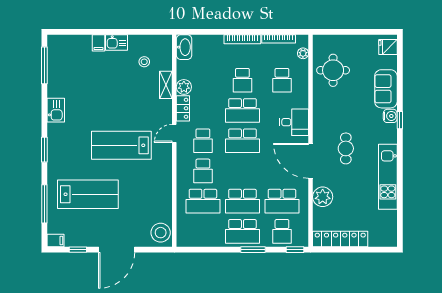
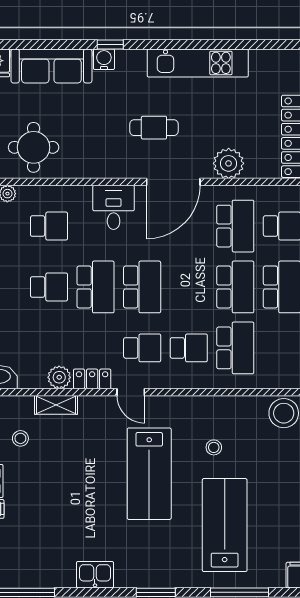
sofa: (386, 89) -> (51, 66), width x1.36
stool: (138, 187) -> (214, 447), added

